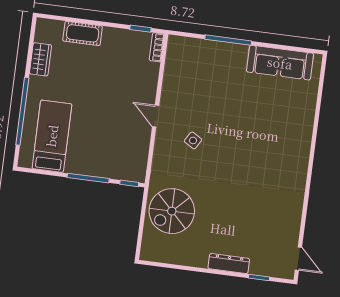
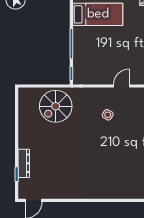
spiral stairs: (172, 211) -> (56, 106), turned -90
dresser: (229, 264) -> (24, 163), moved

